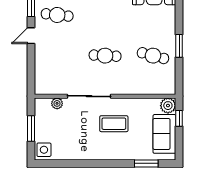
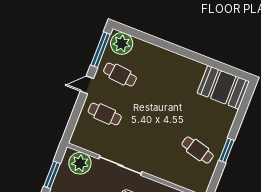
cafe table: (105, 56) -> (105, 114), moved
plant: (57, 103) -> (80, 163), width x1.88, depth x1.88

